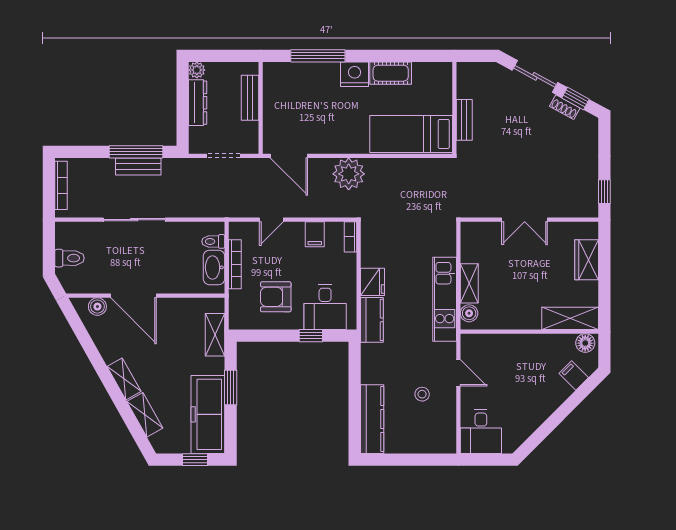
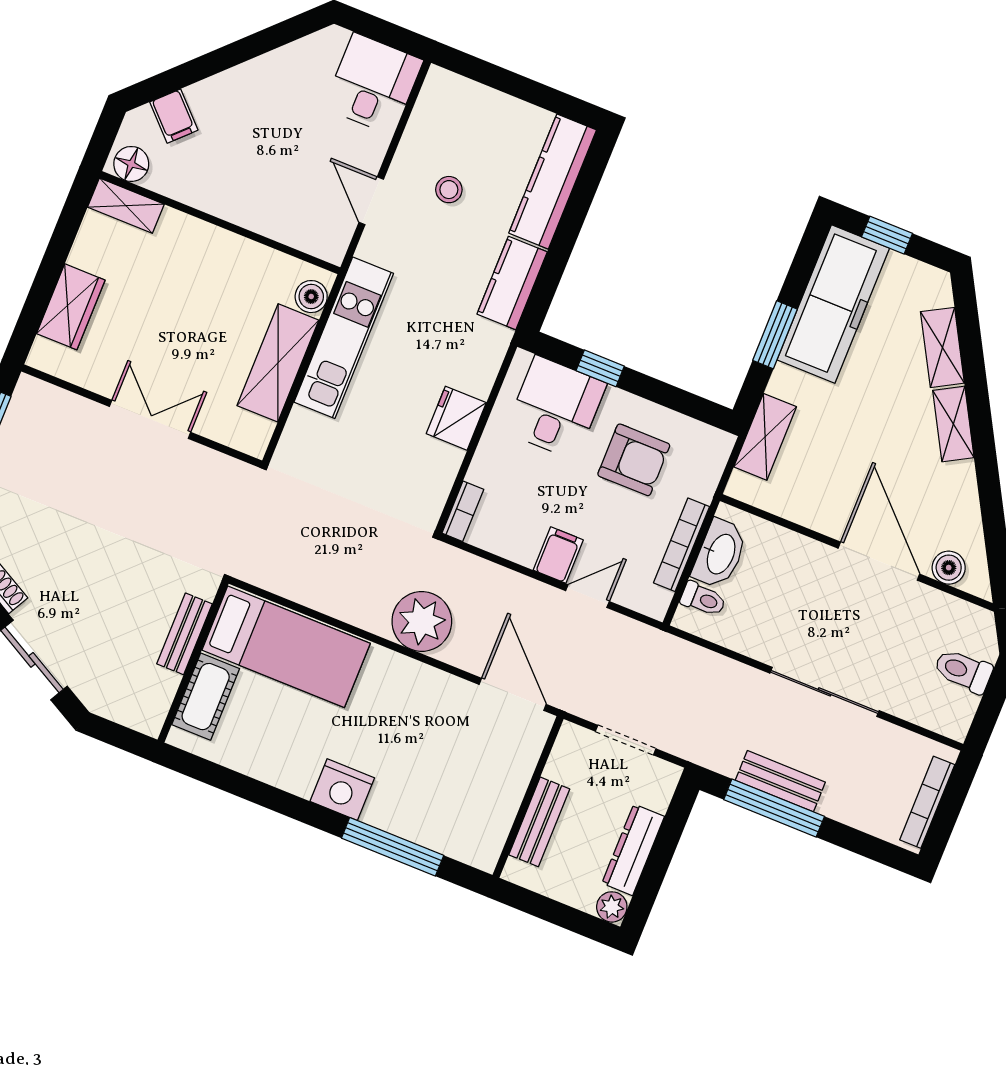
cot: (391, 73) -> (206, 697), moved, turned 90
filing cabinet: (315, 234) -> (558, 555), moved
shelving: (469, 283) -> (278, 363), width x1.50, depth x1.33
shelving: (570, 318) -> (126, 206), width x0.67, depth x0.75
kitchen counter: (372, 320) -> (512, 283), moved

